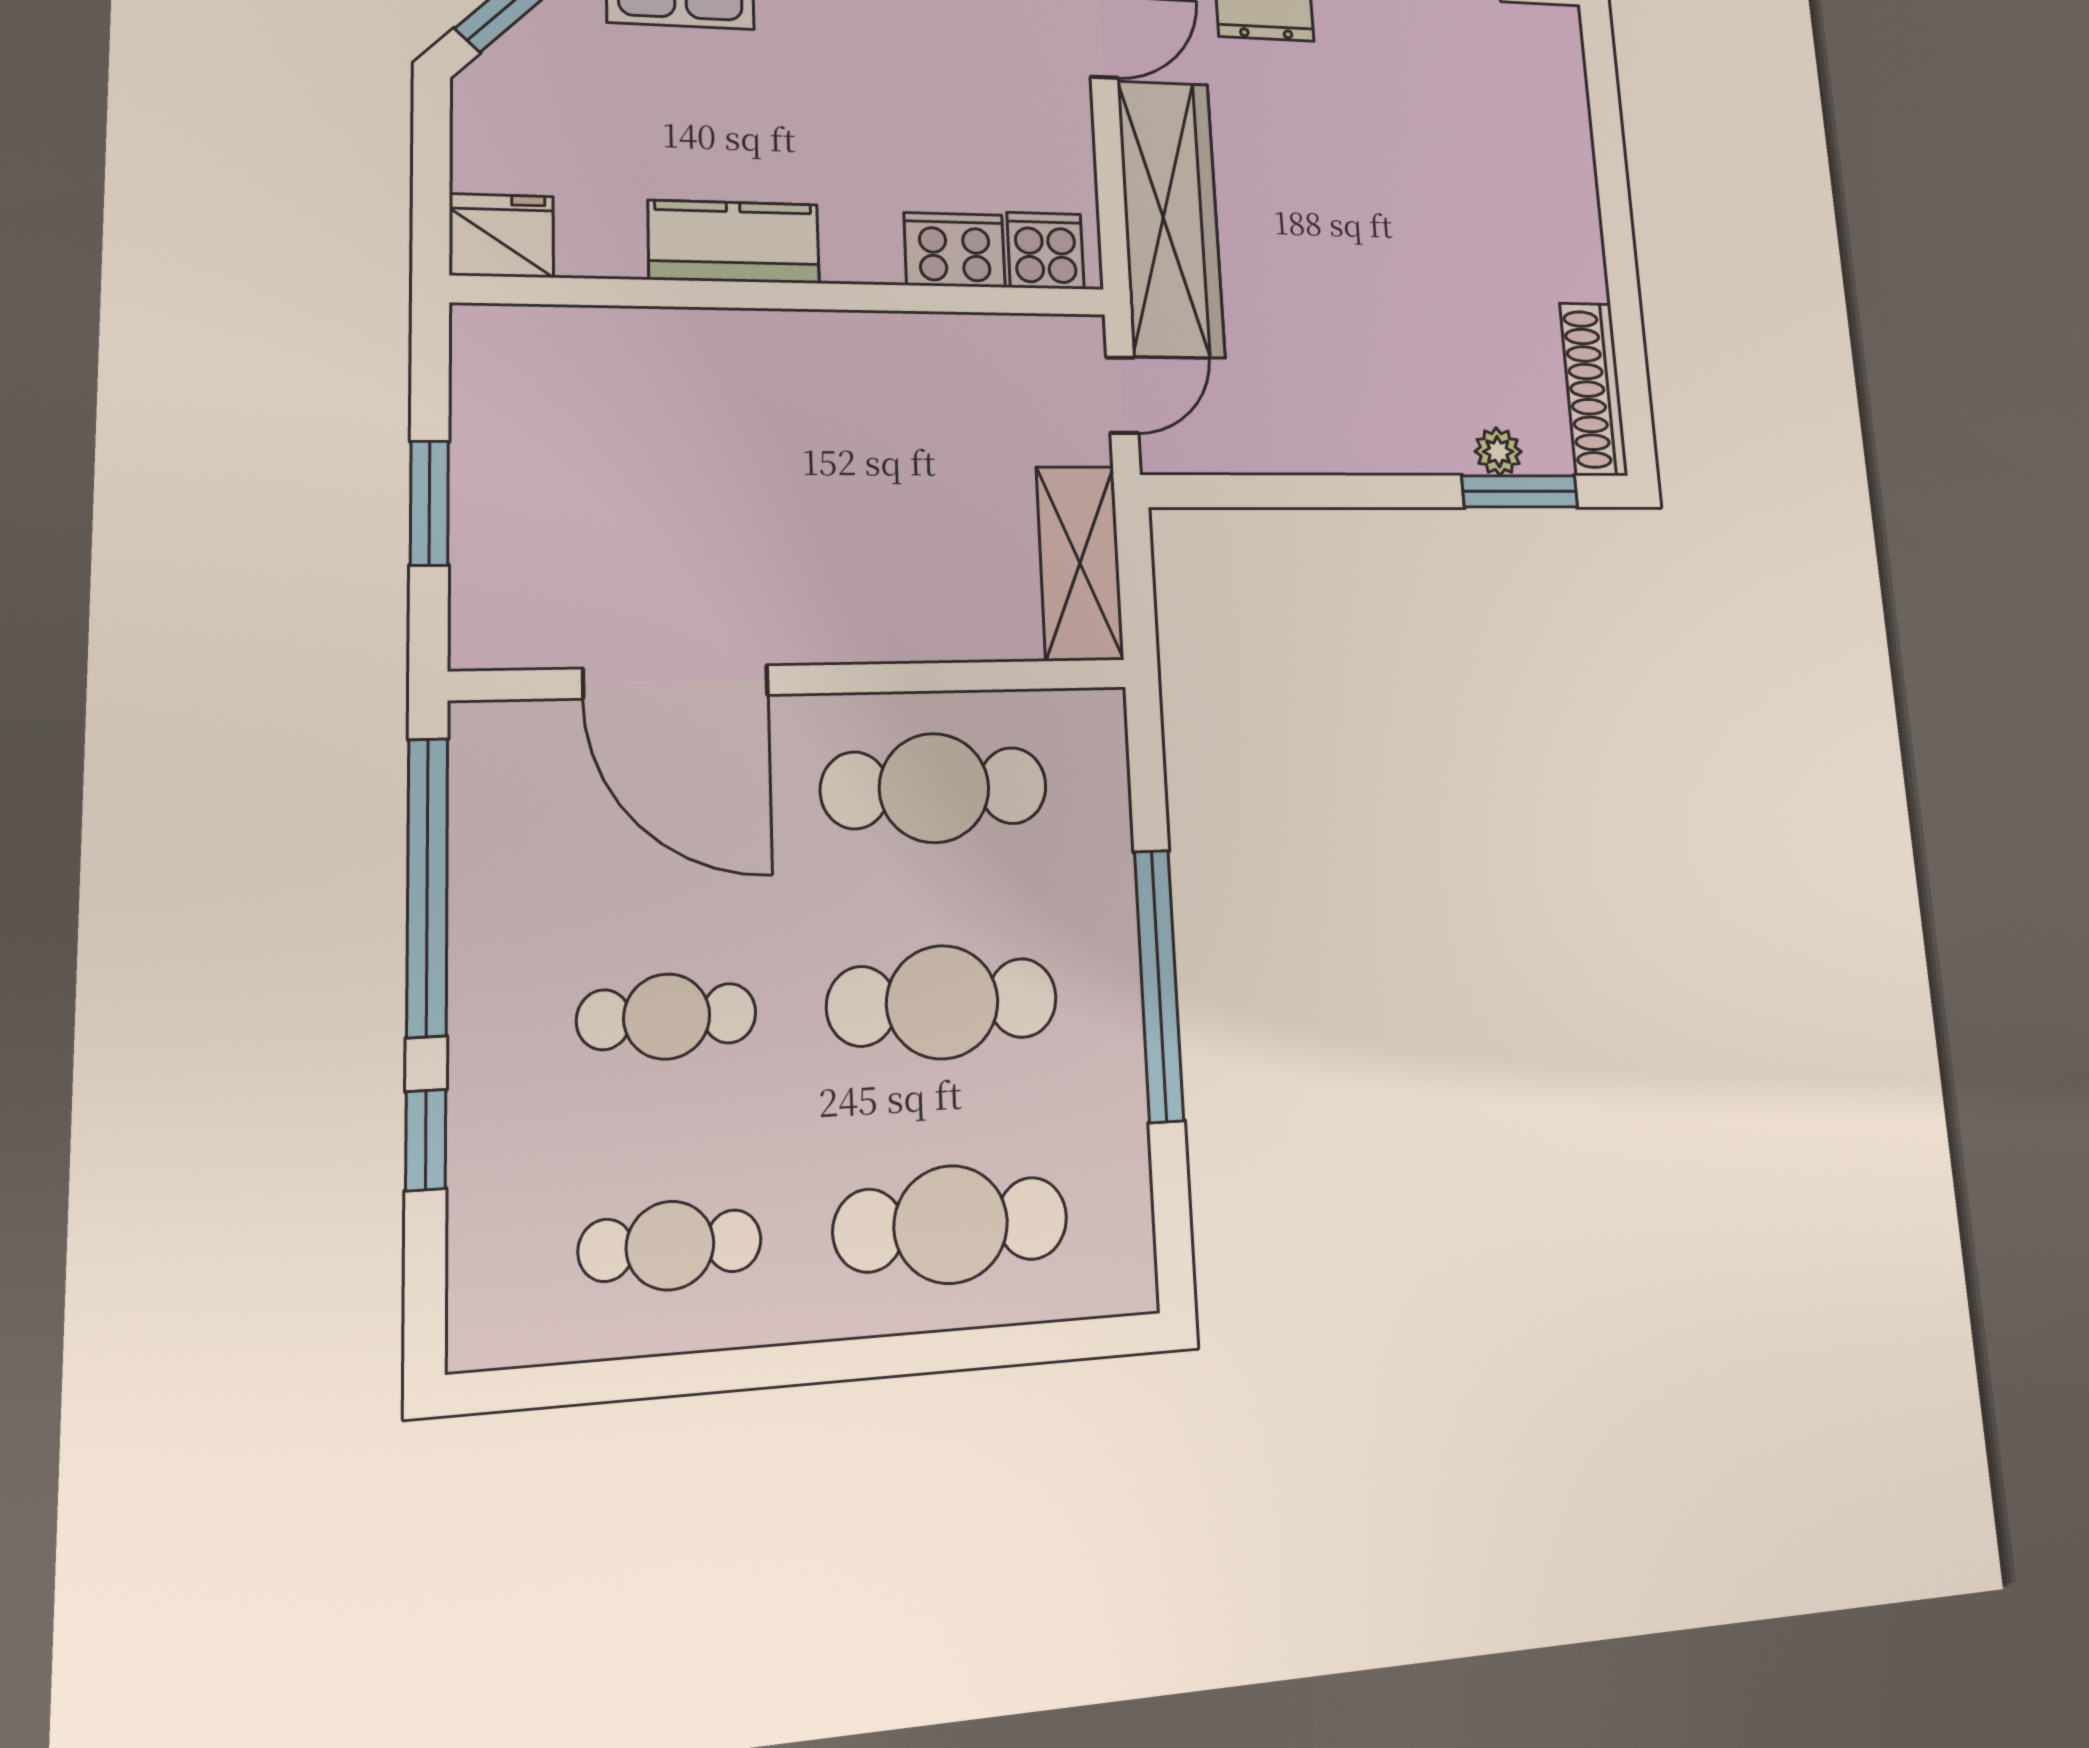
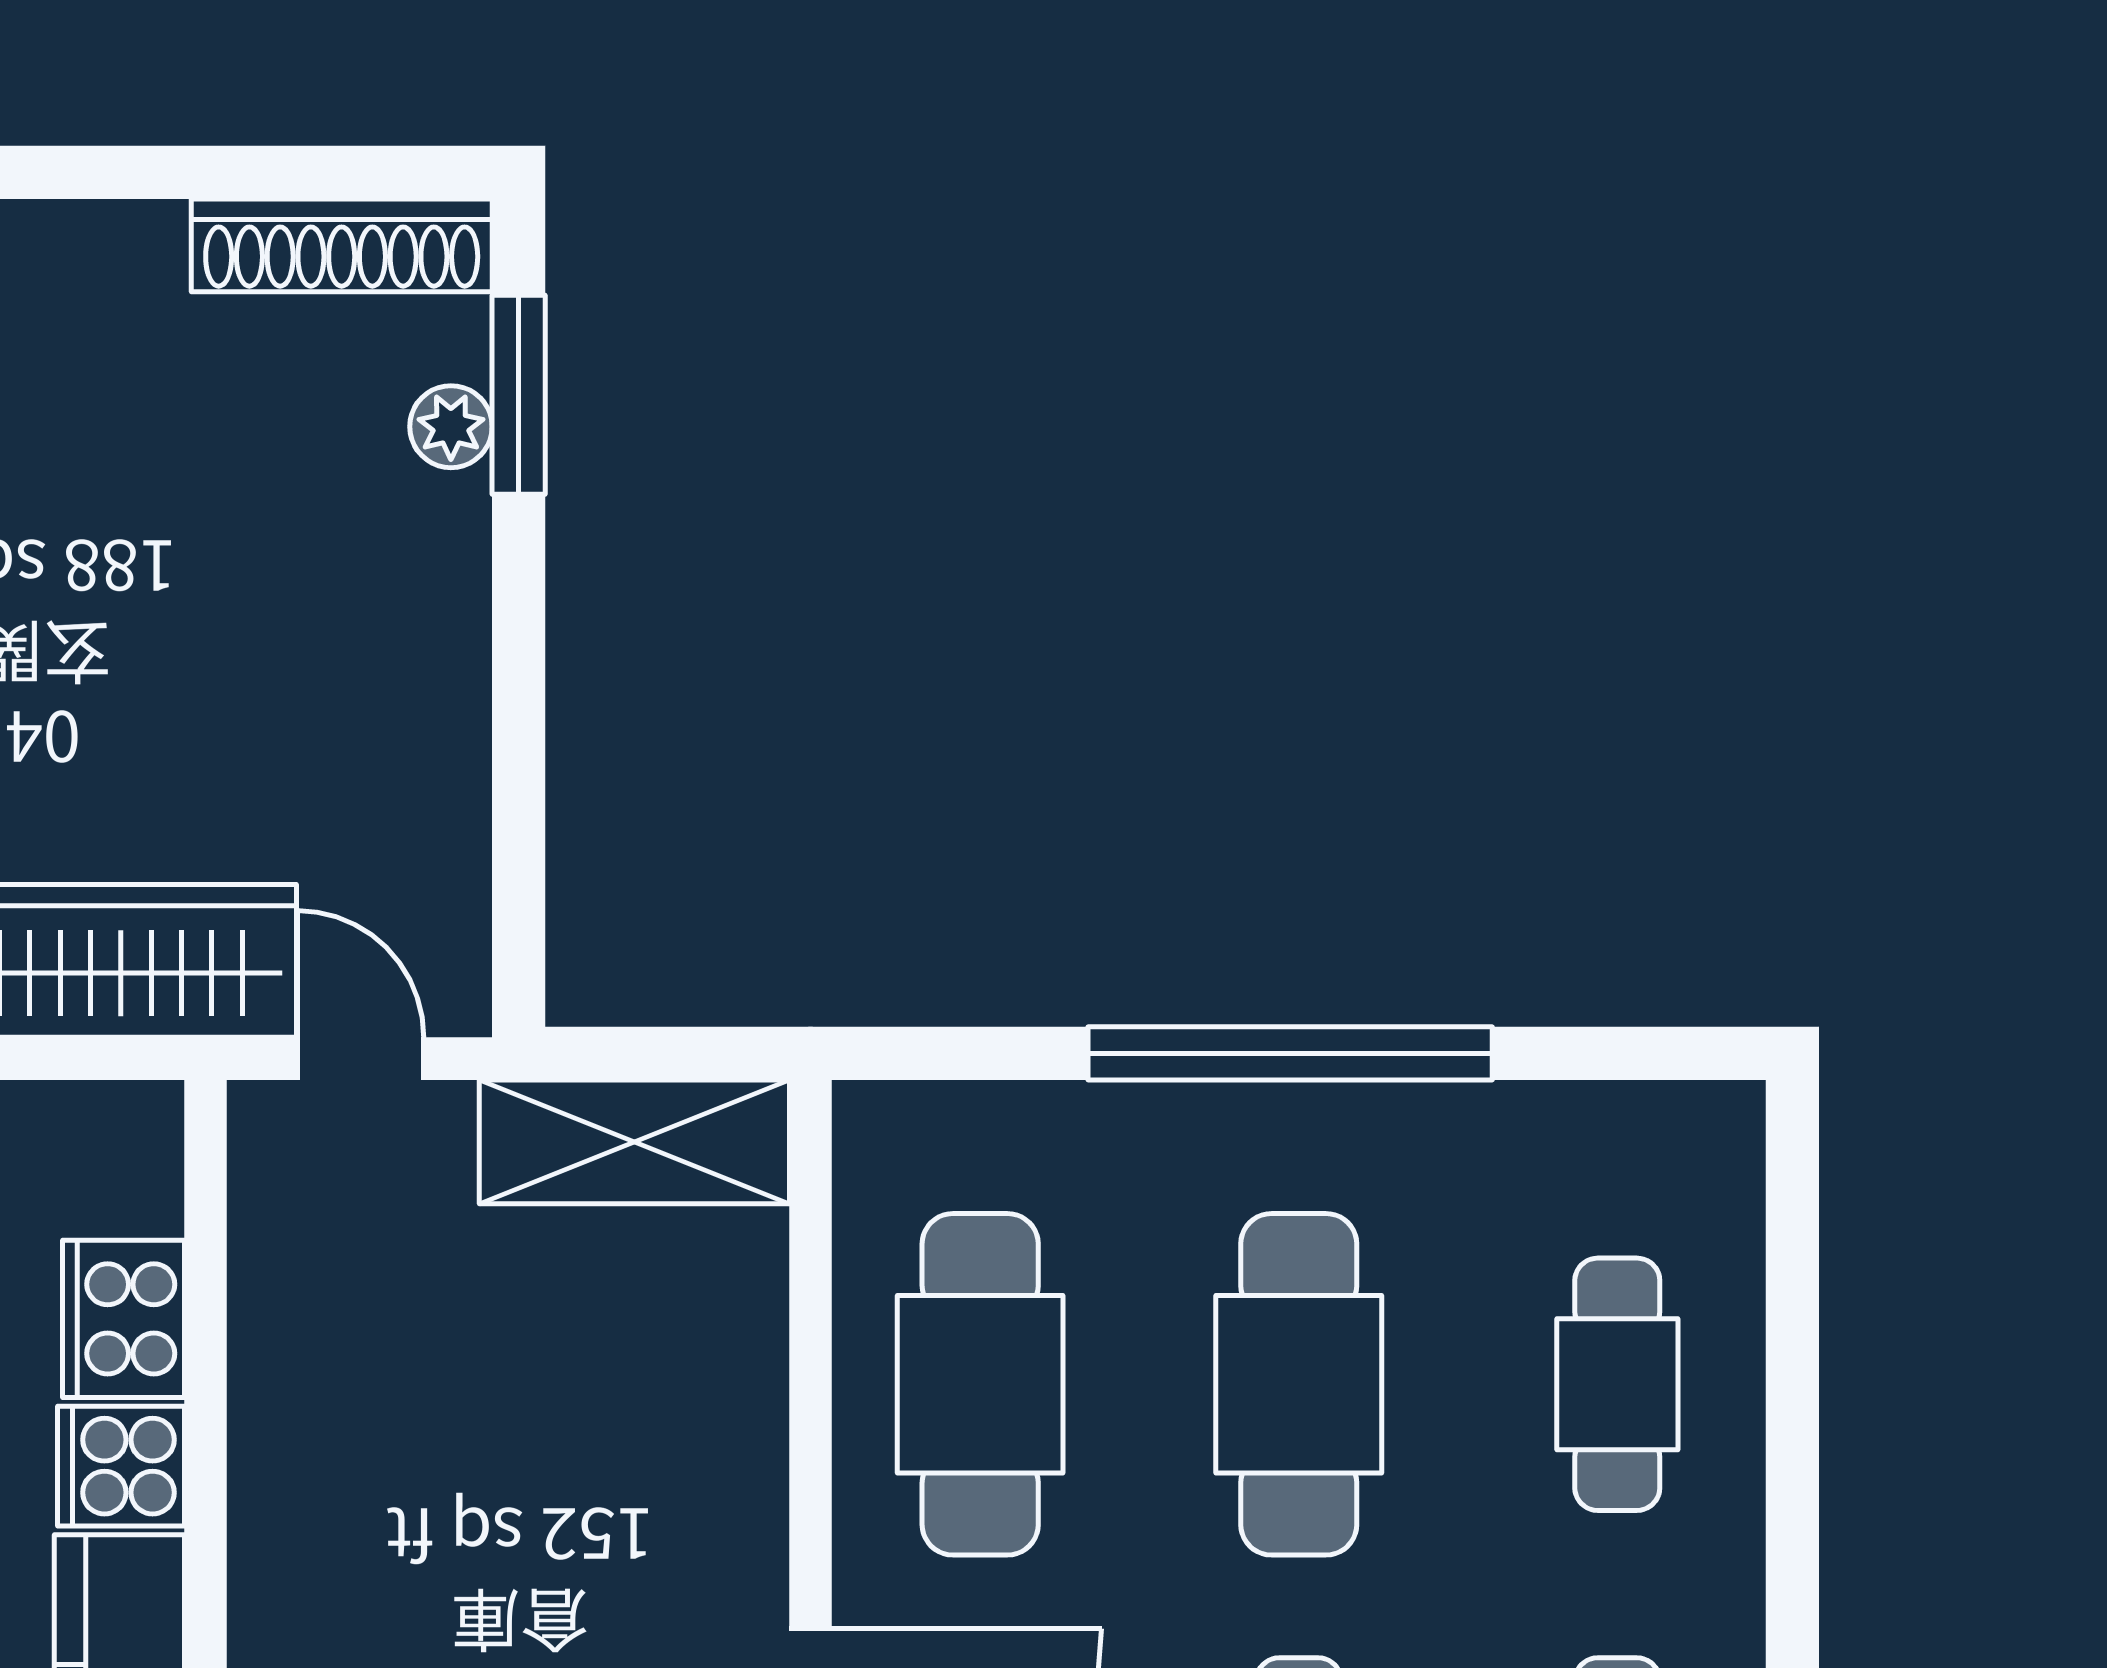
cooker: (1045, 251) -> (121, 1466), moved
cafe table: (951, 1224) -> (1617, 1384), width x0.73, depth x0.74

